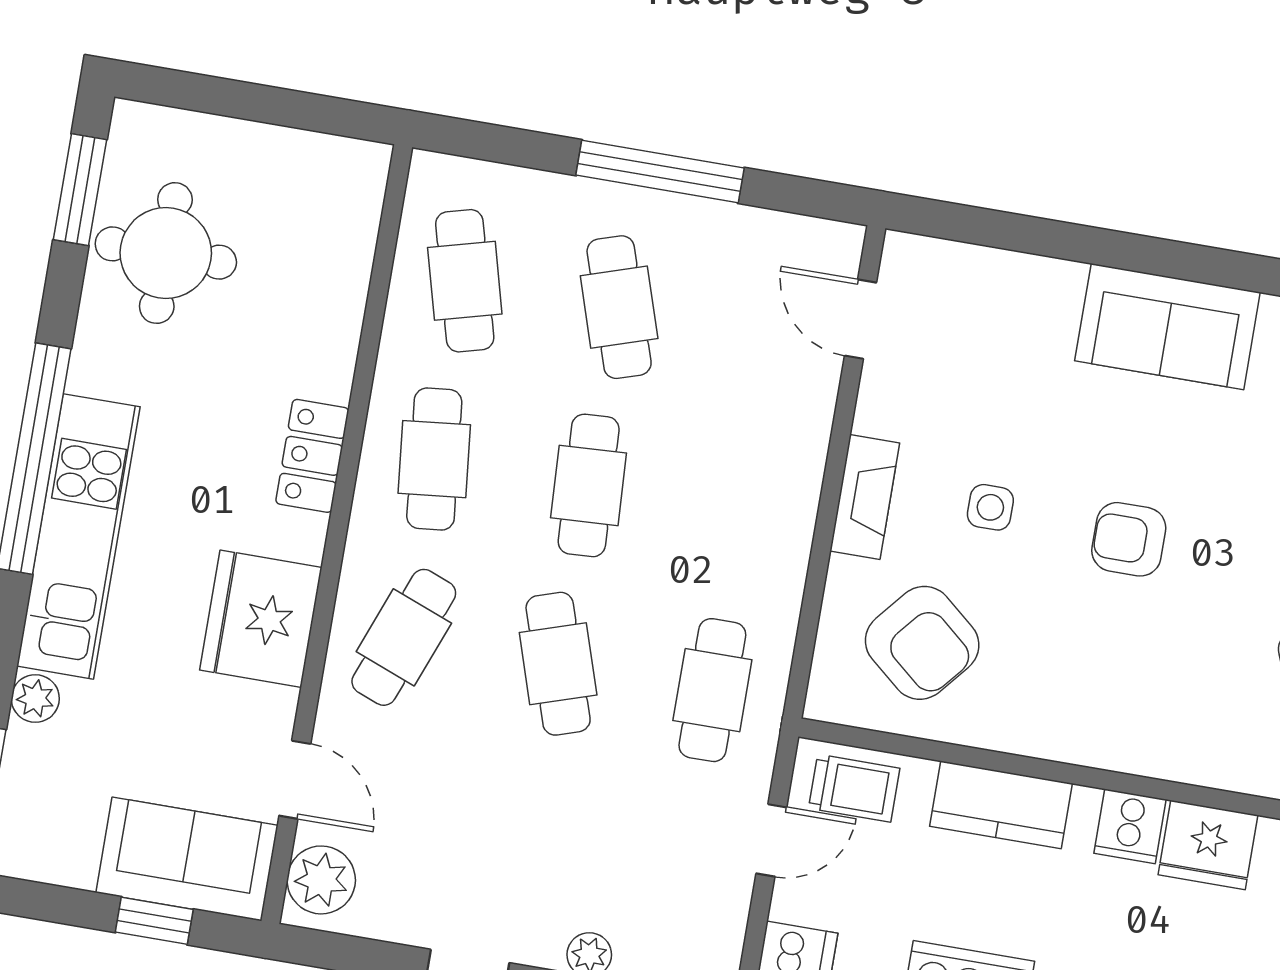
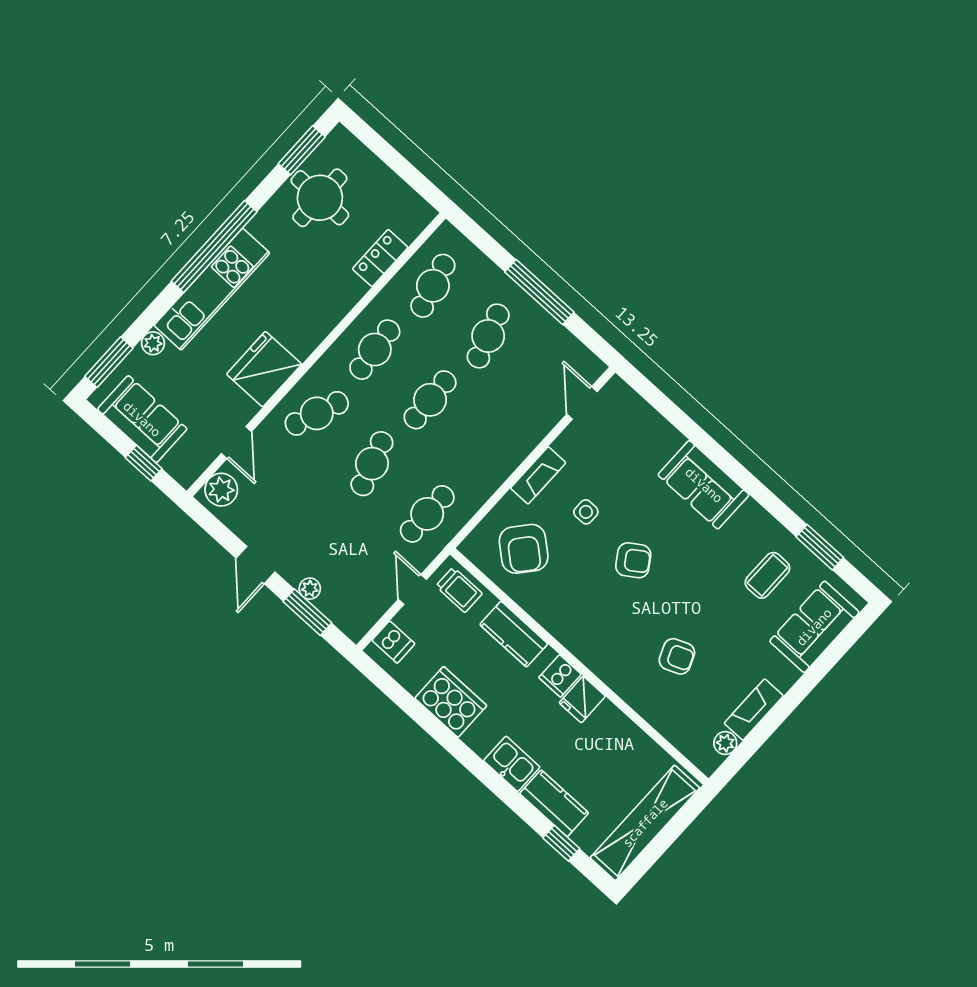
locker: (312, 456) -> (380, 258), moved
armchair: (1129, 539) -> (633, 560), turned 146
door: (771, 840) -> (412, 589), swing flipped
fridge: (1208, 845) -> (582, 700), width x0.72
sofa: (187, 859) -> (142, 419), moved

